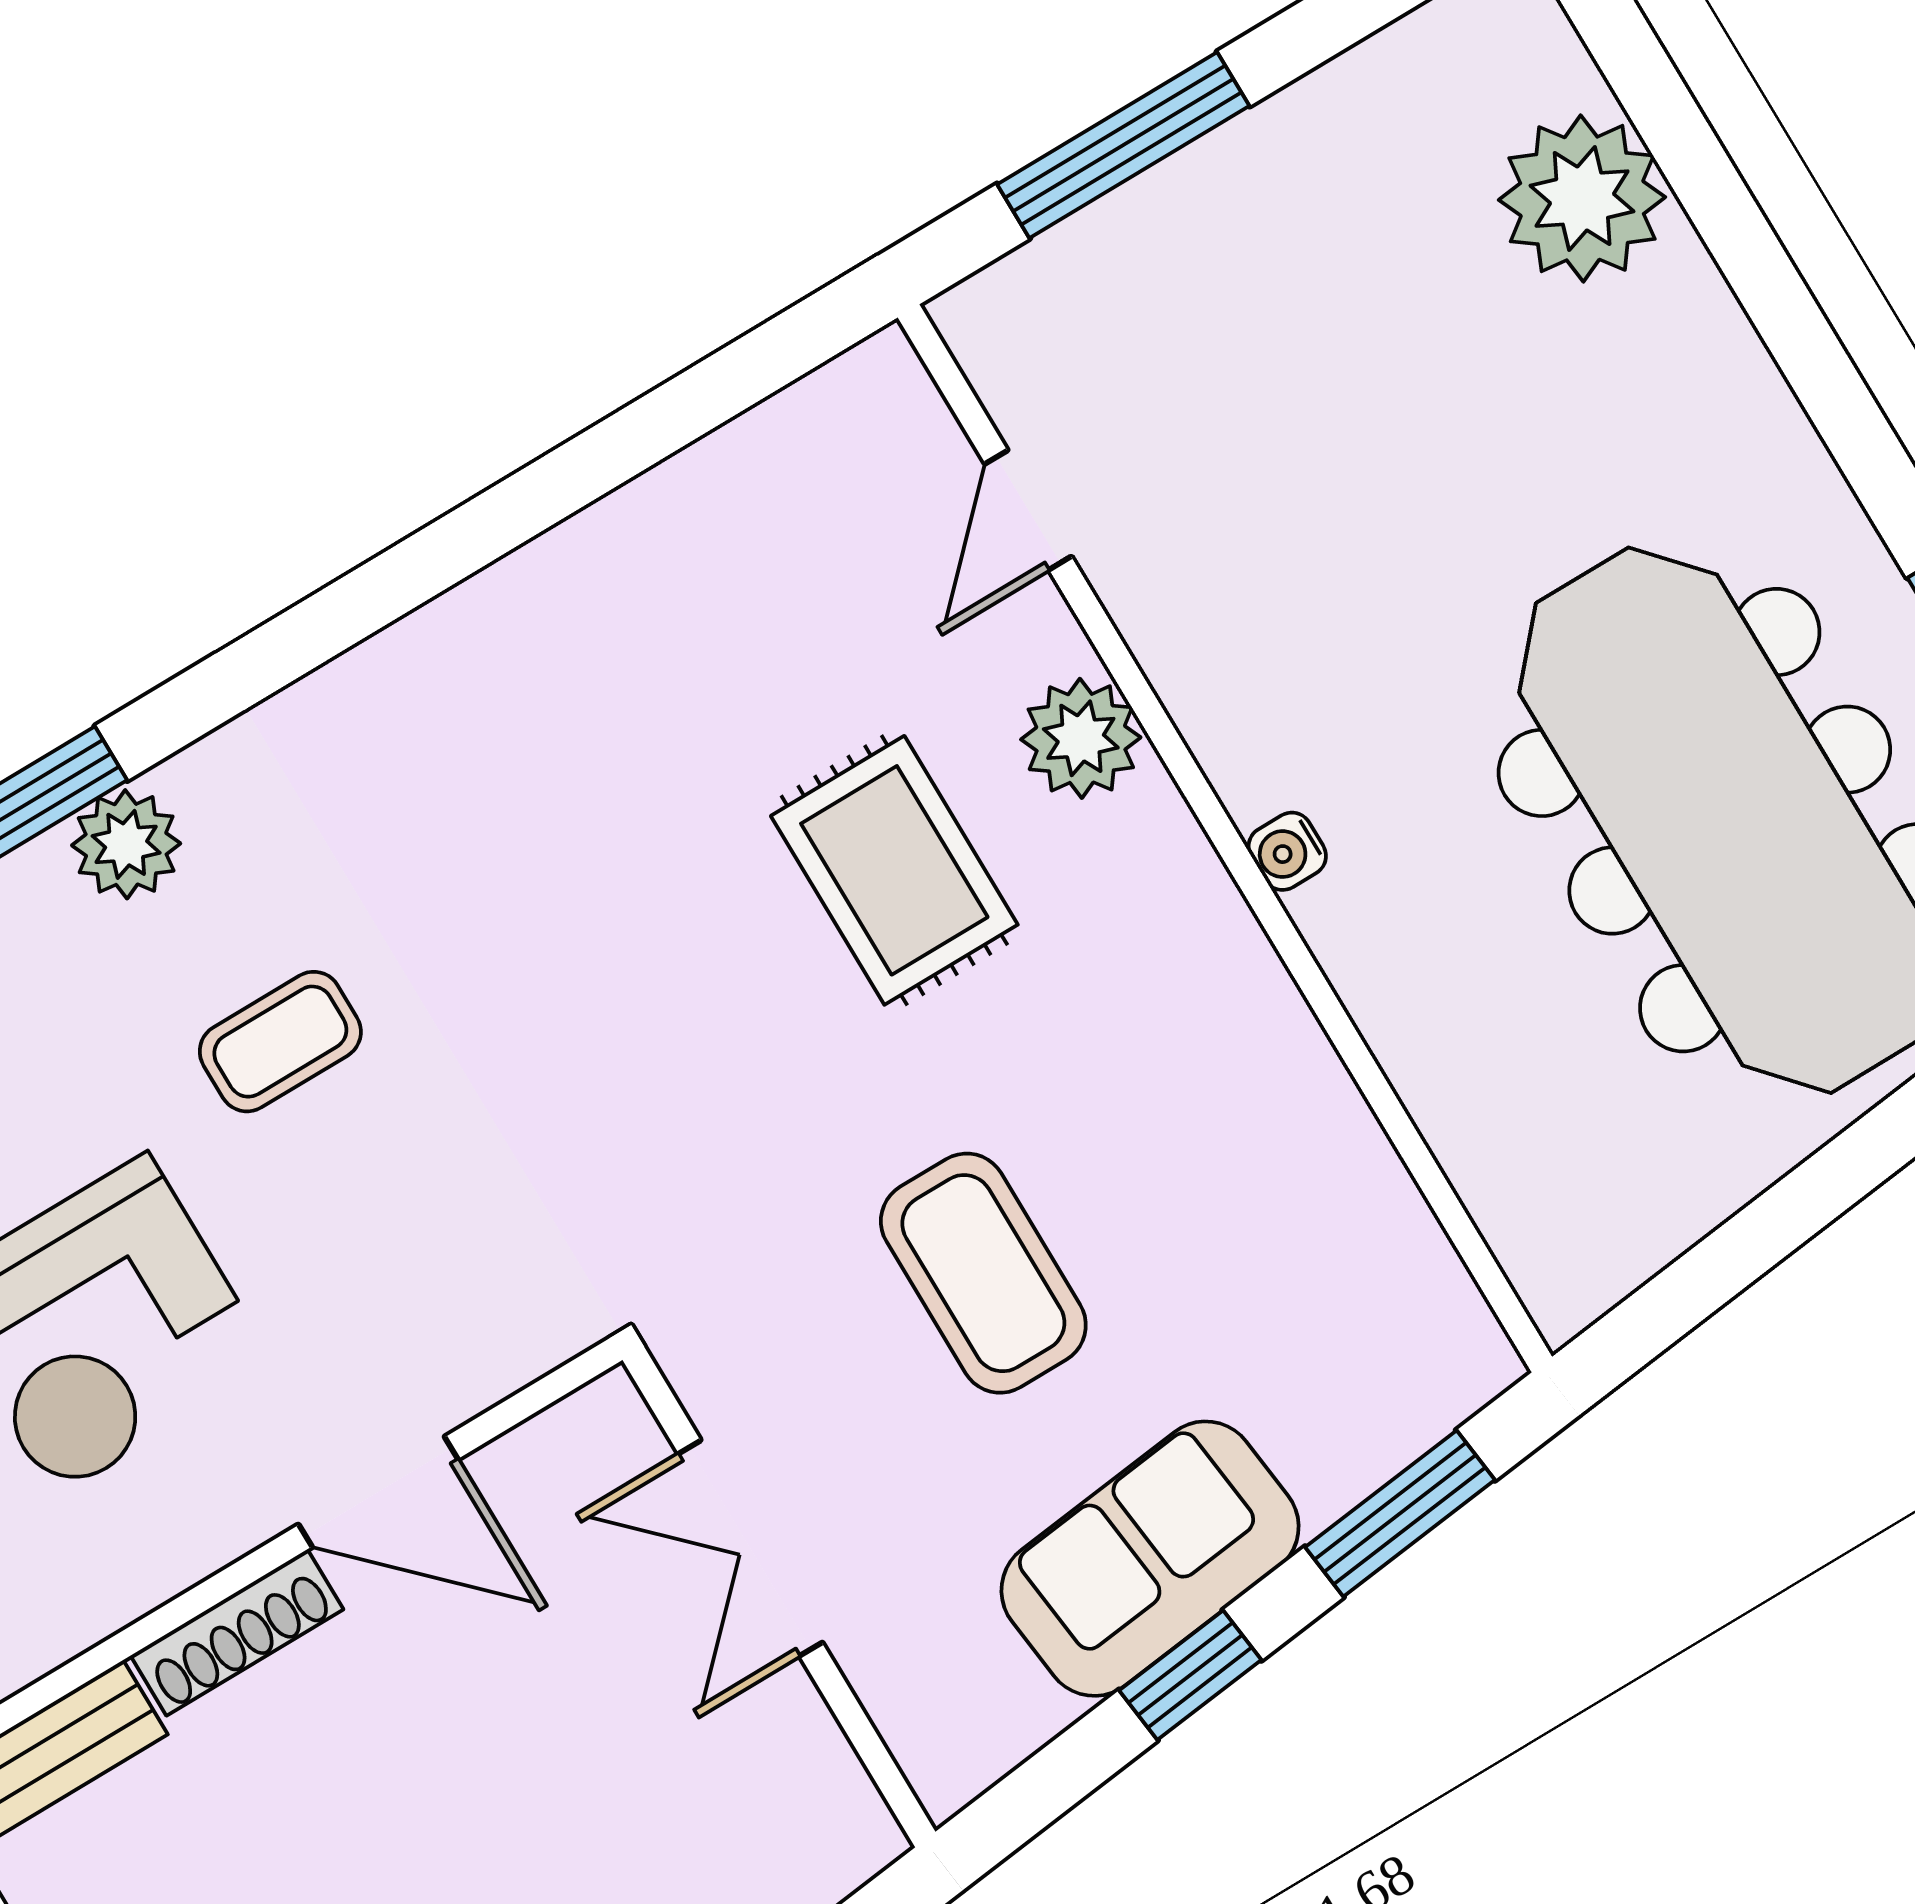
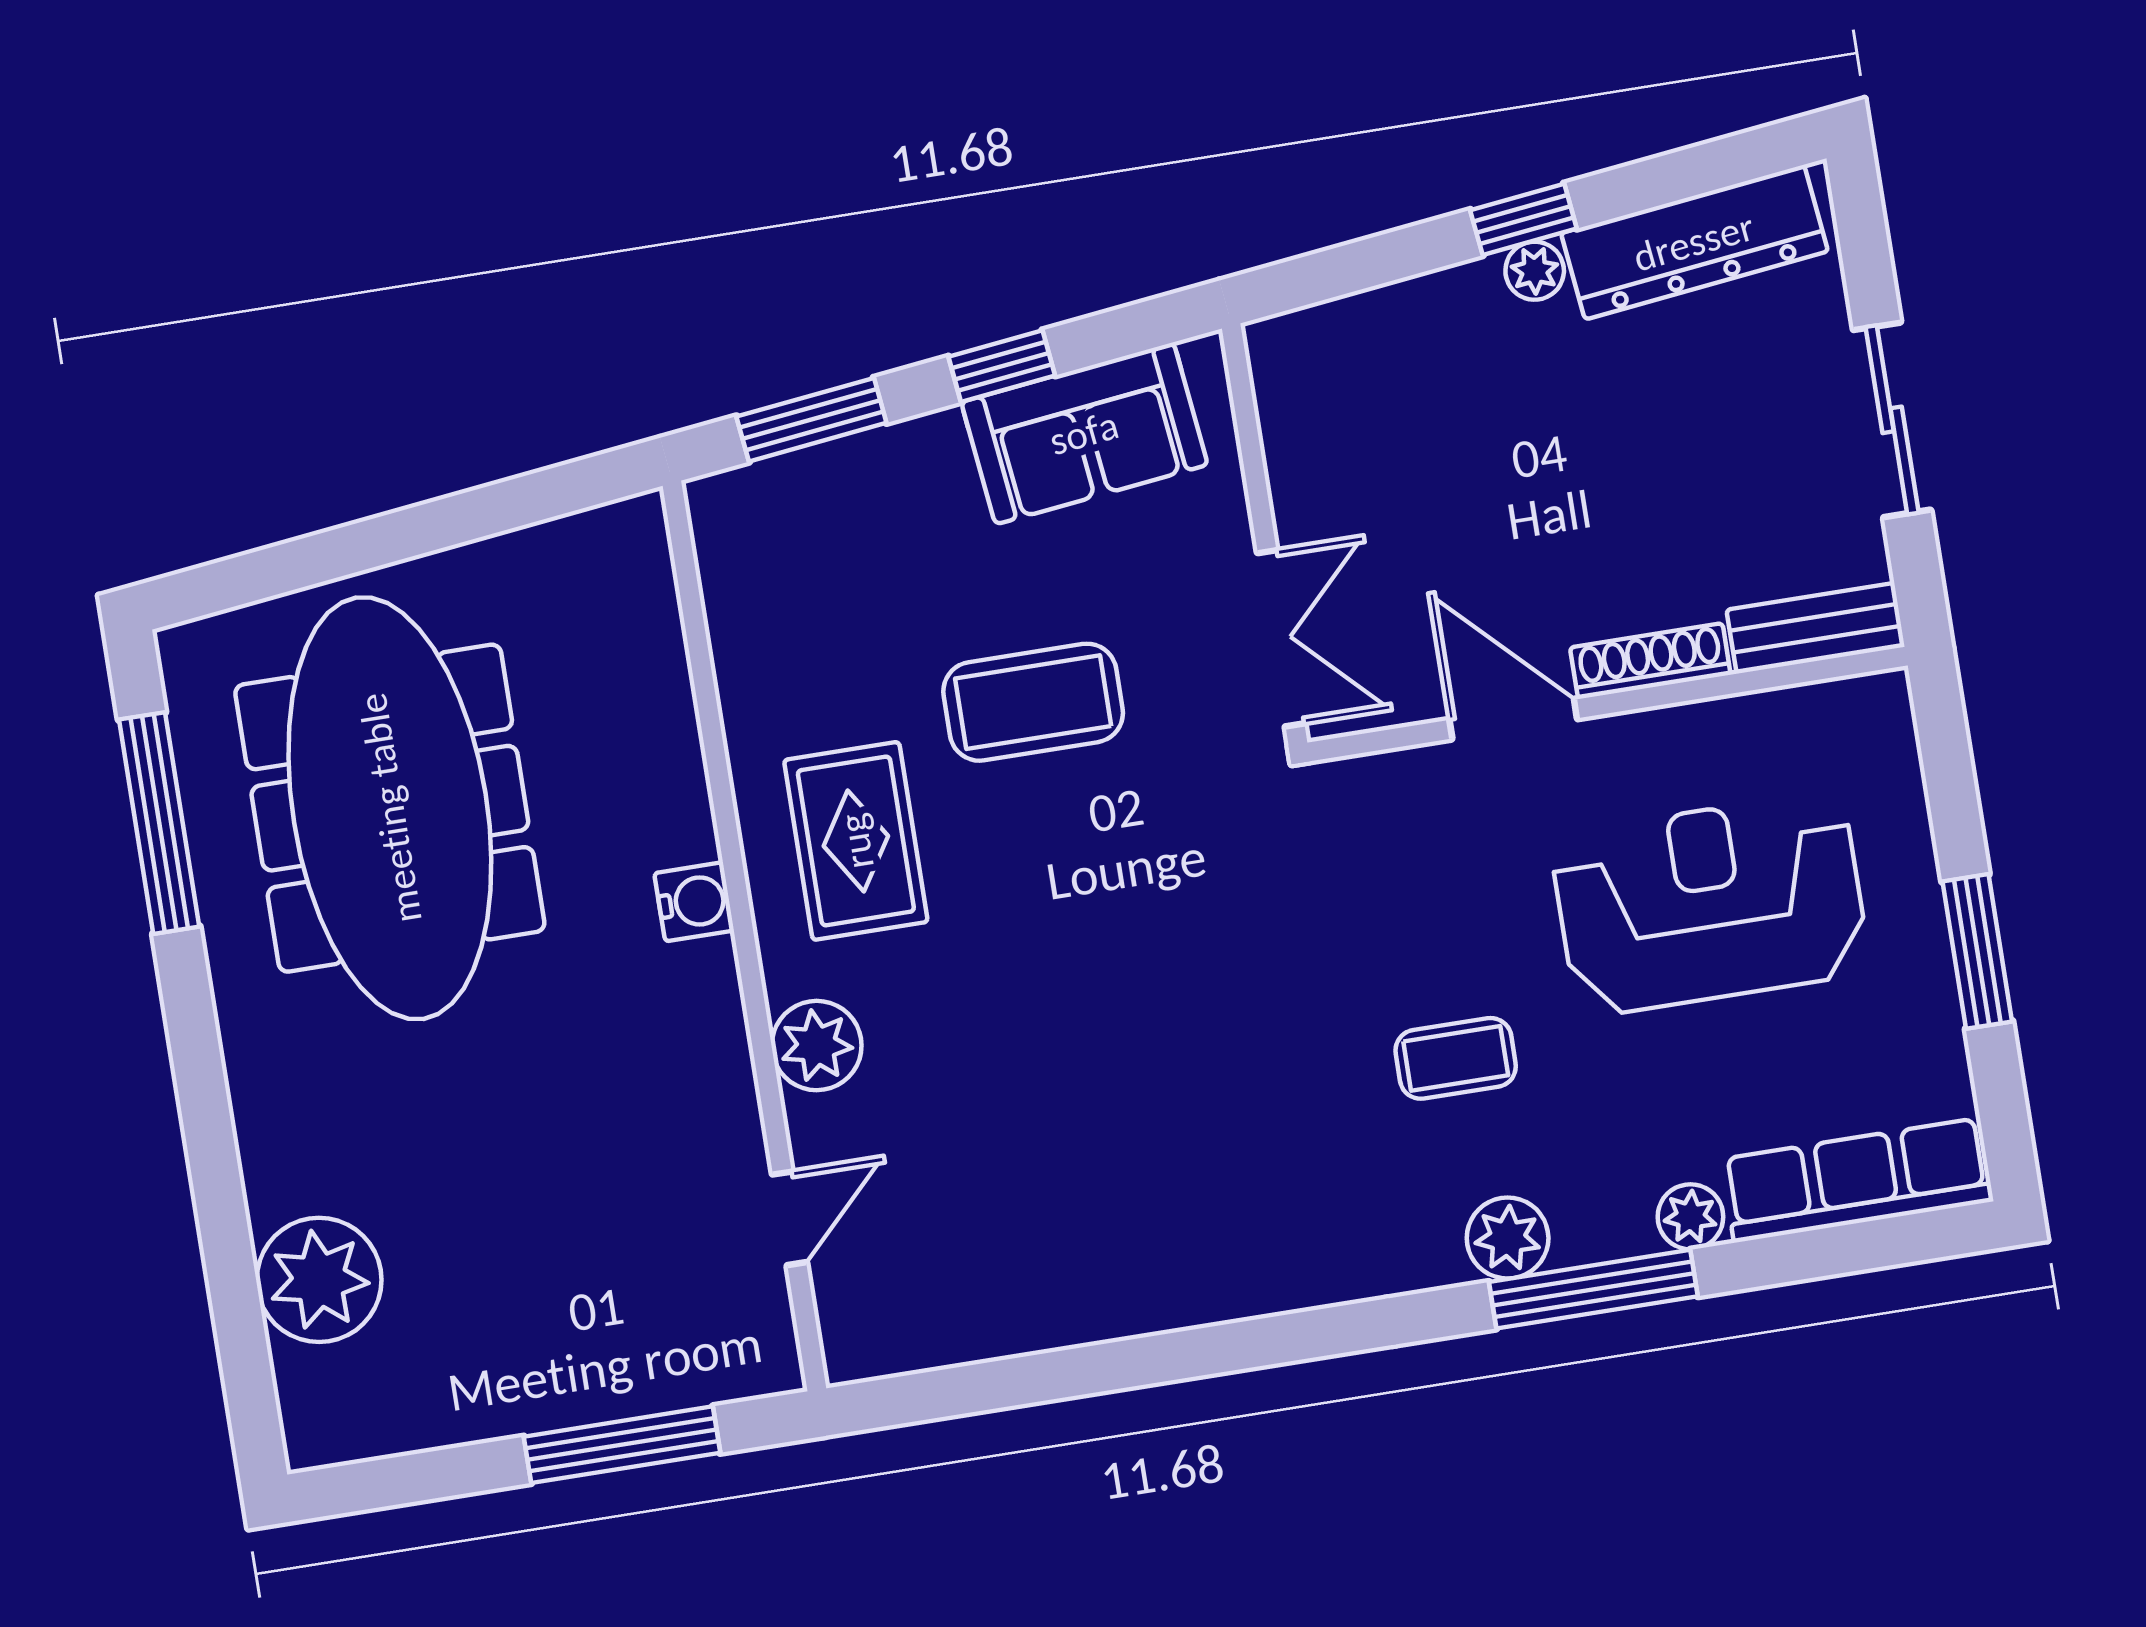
water cooler: (1287, 851) -> (694, 902), width x1.38, depth x1.38
rug: (894, 870) -> (856, 841), moved
coffee table: (983, 1273) -> (1033, 702), turned 90
double door: (750, 1548) -> (1281, 638), moved
sofa: (1150, 1559) -> (1084, 433), moved

